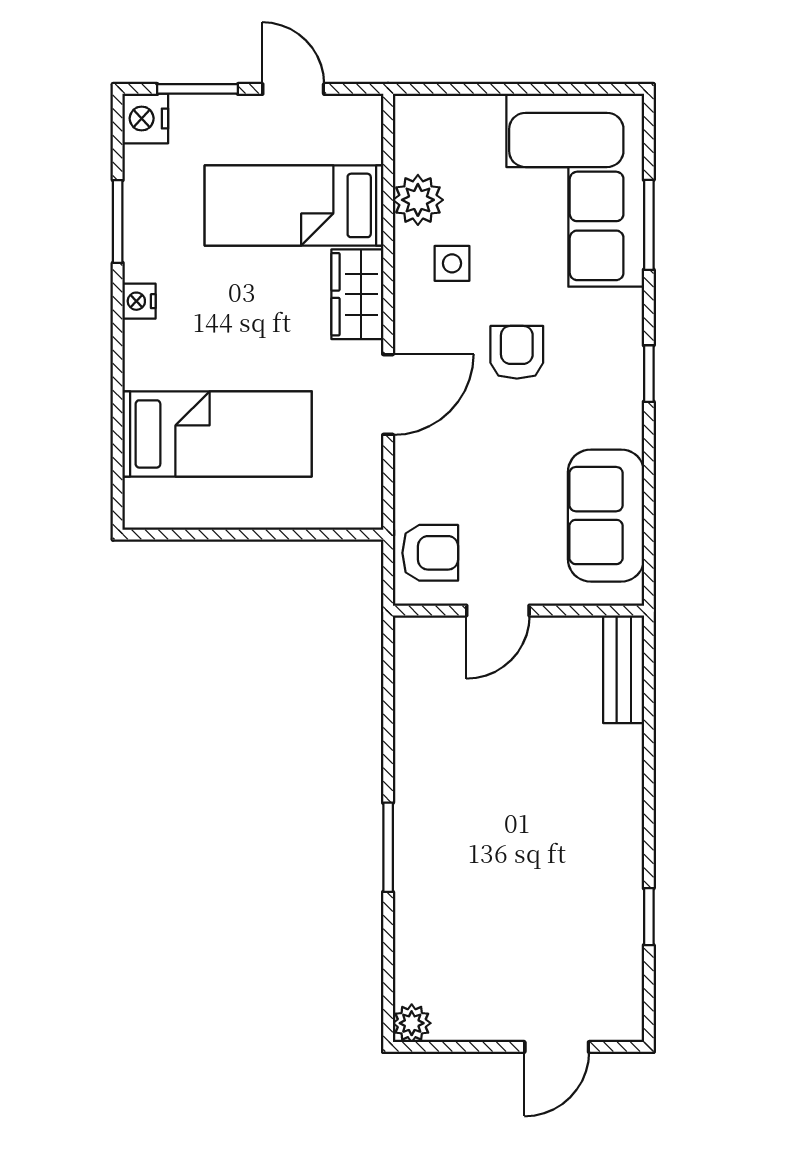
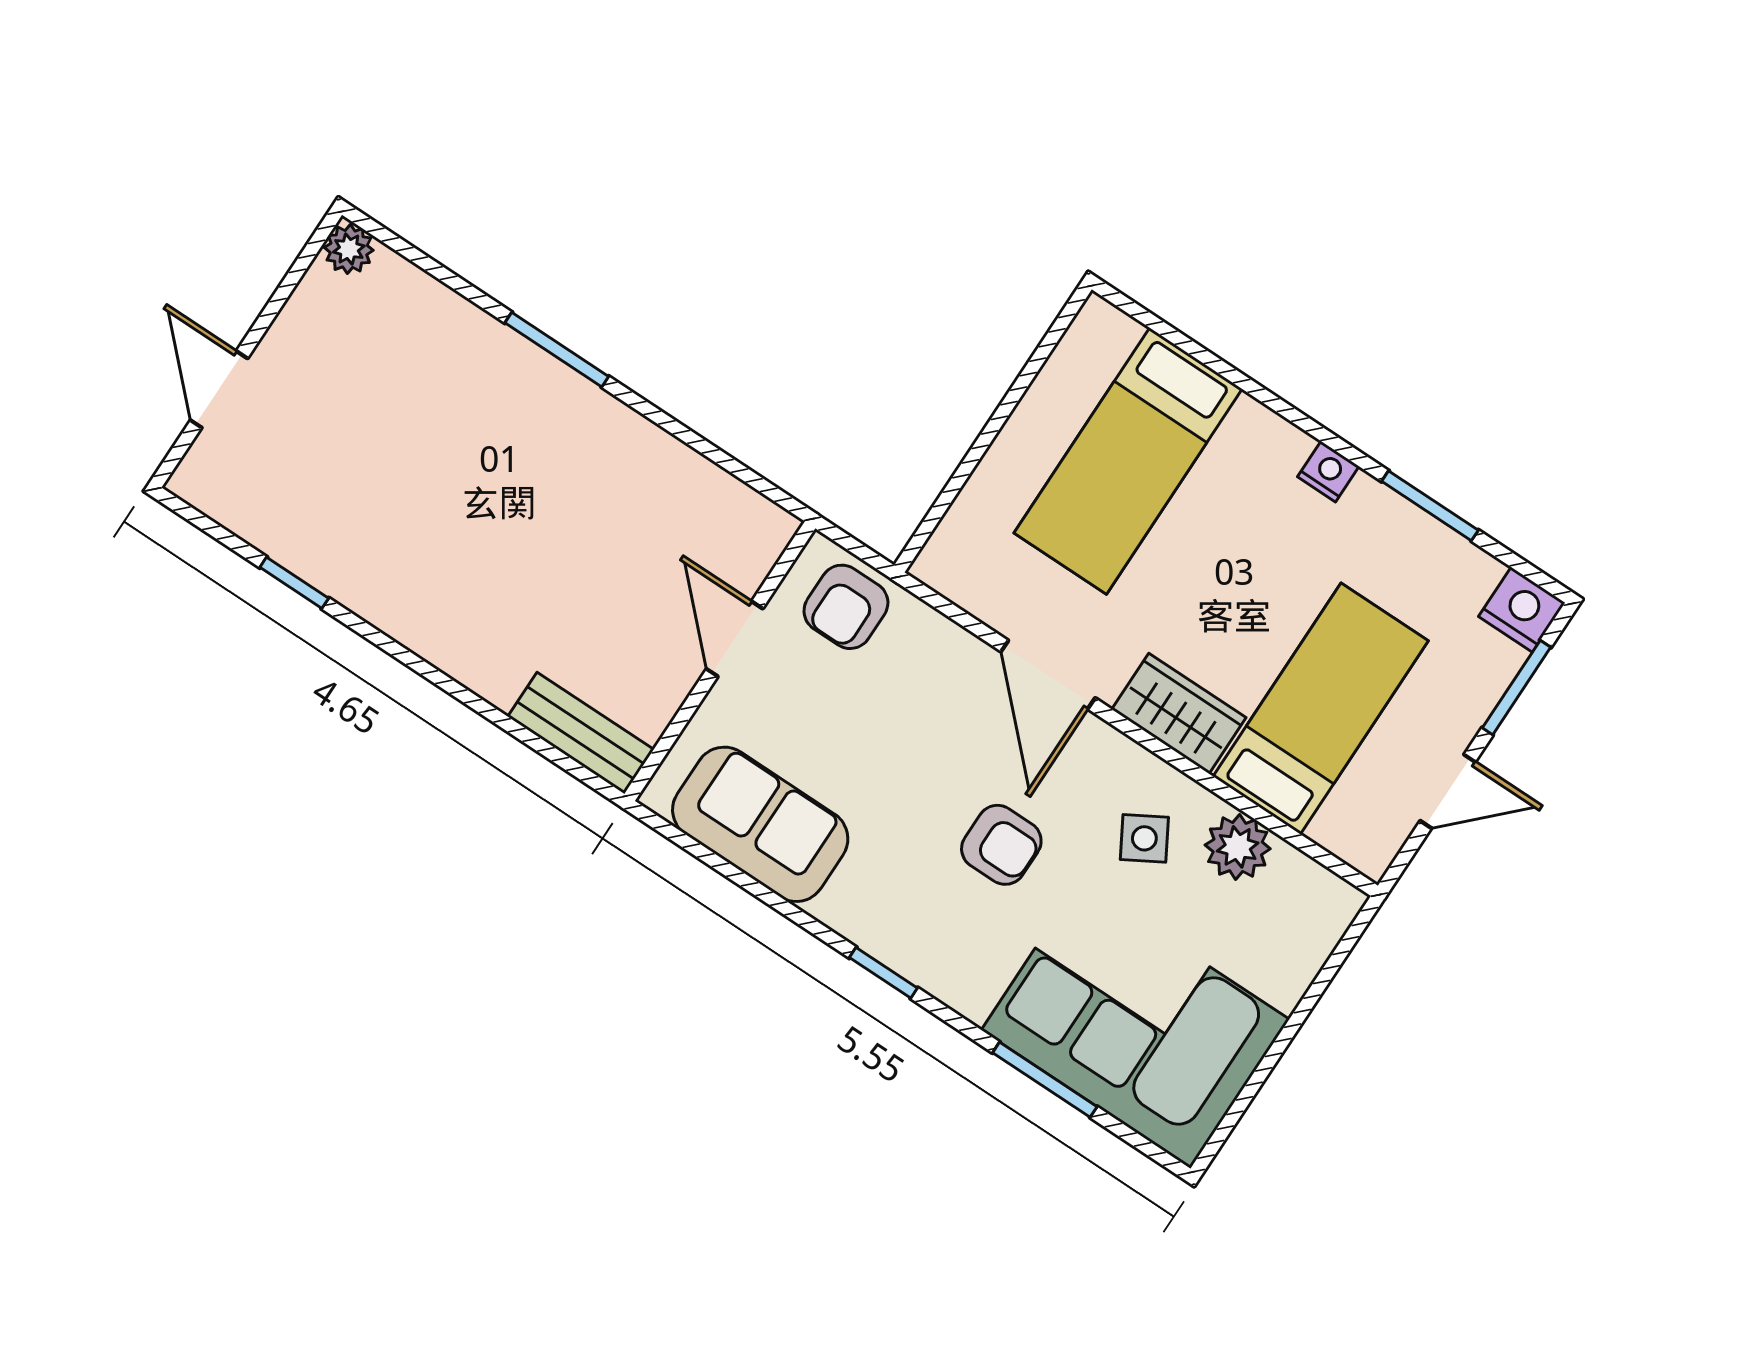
side table: (452, 263) -> (1144, 838), turned -30

